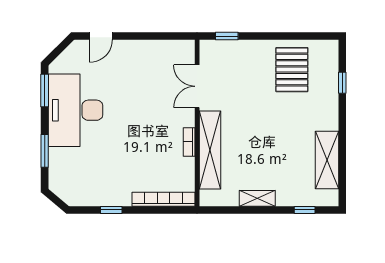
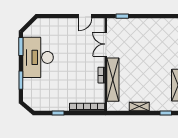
door: (101, 36) -> (85, 16), moved
pallet: (292, 70) -> (159, 35), removed

